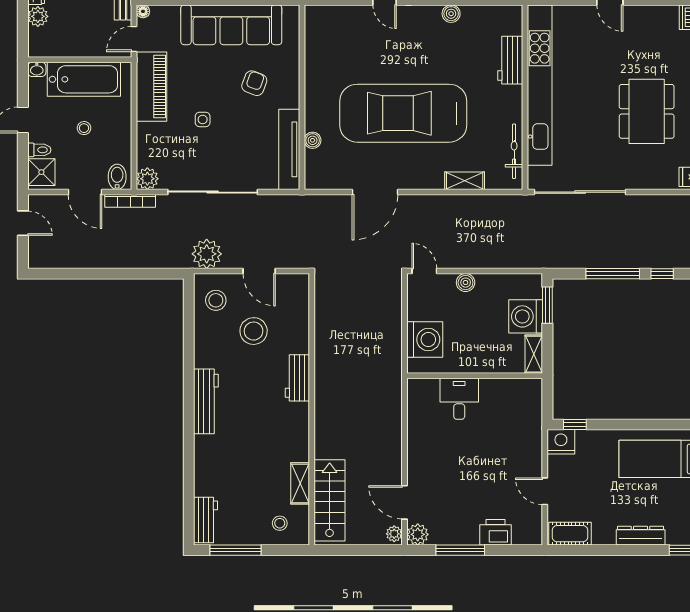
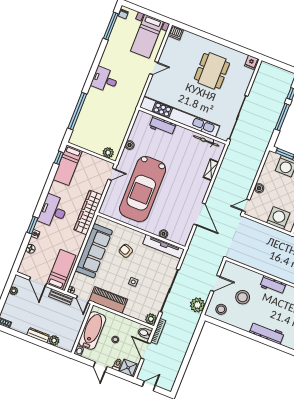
dining table: (647, 111) -> (212, 71), turned 90
car: (403, 113) -> (143, 189), moved
door: (85, 192) -> (146, 351), swing flipped

